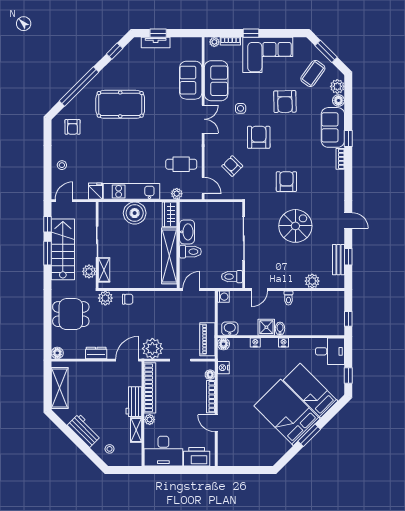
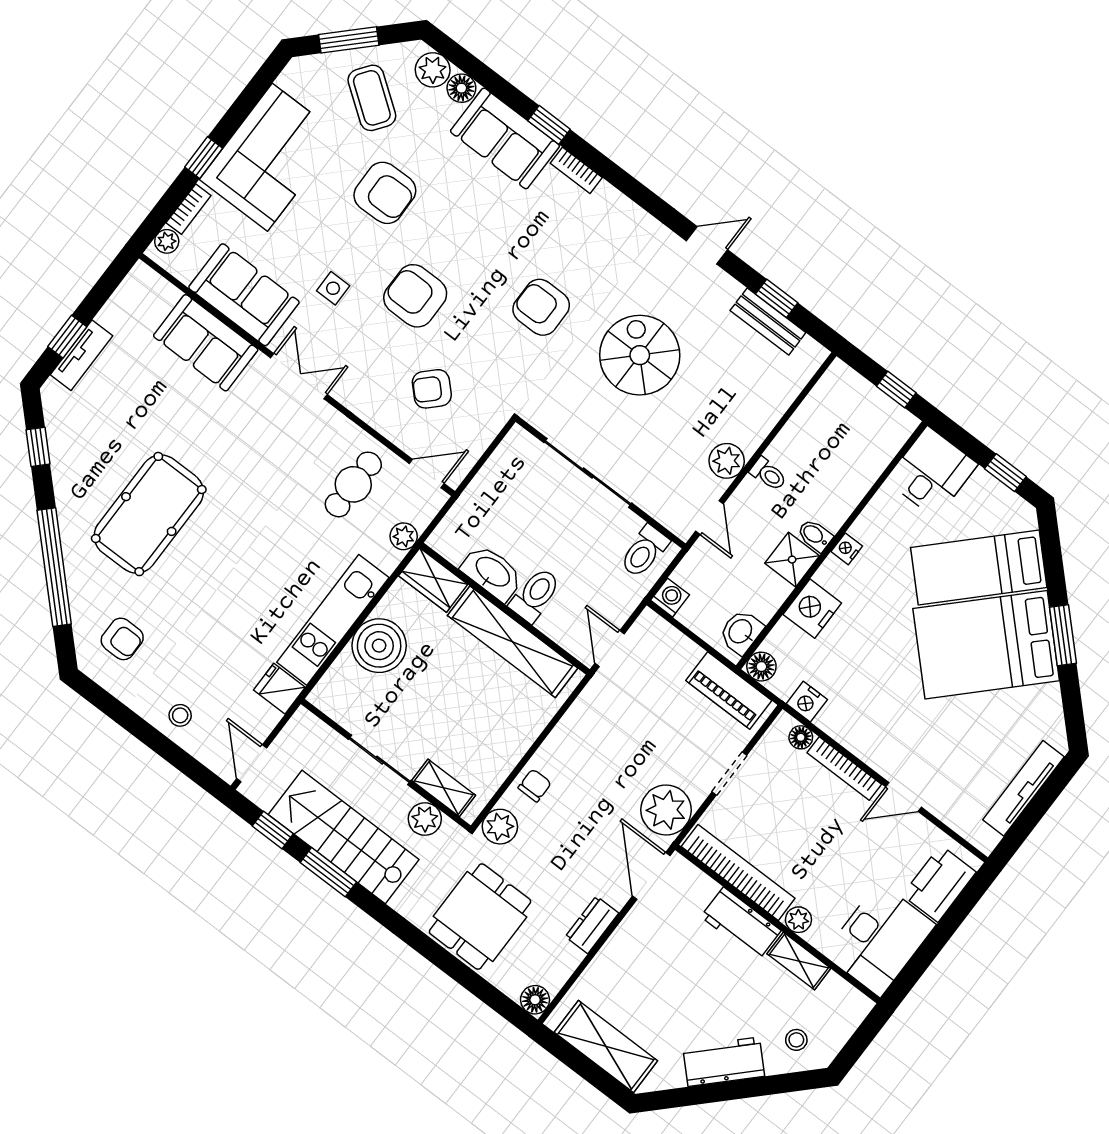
plant: (312, 281) -> (727, 461), moved
nightstand: (255, 343) -> (812, 609), width x1.89, depth x1.79
tv unit: (249, 461) -> (1023, 788), added

